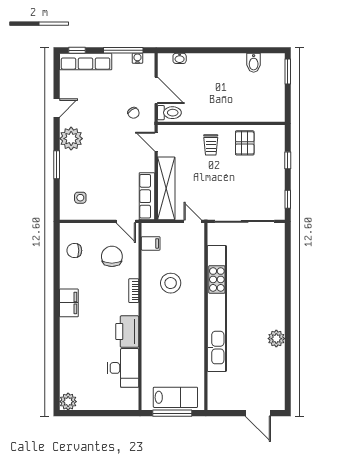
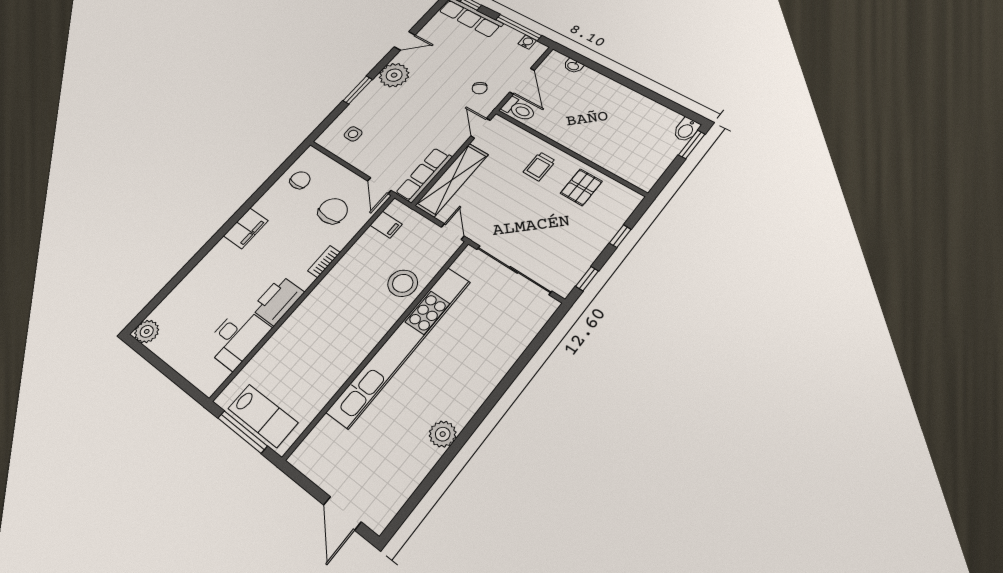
bidet: (254, 63) -> (686, 130), moved
chair: (74, 250) -> (300, 180), turned 90
stool: (171, 283) -> (403, 283), moved

